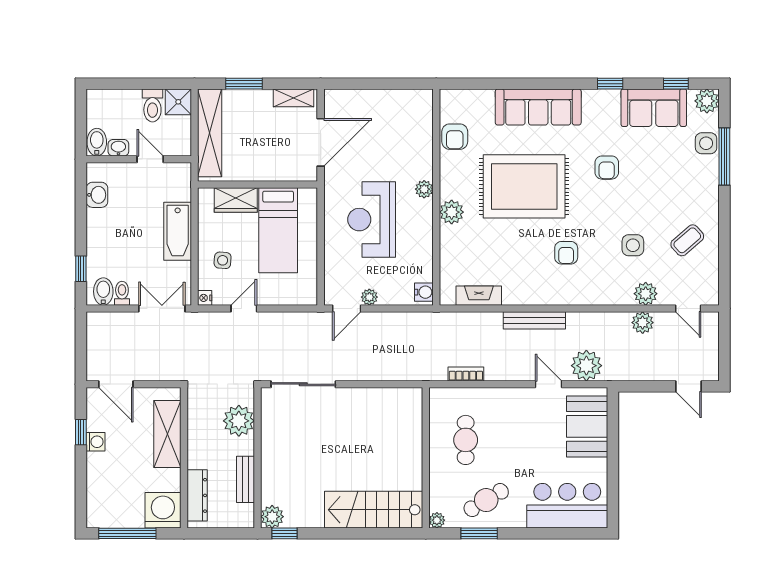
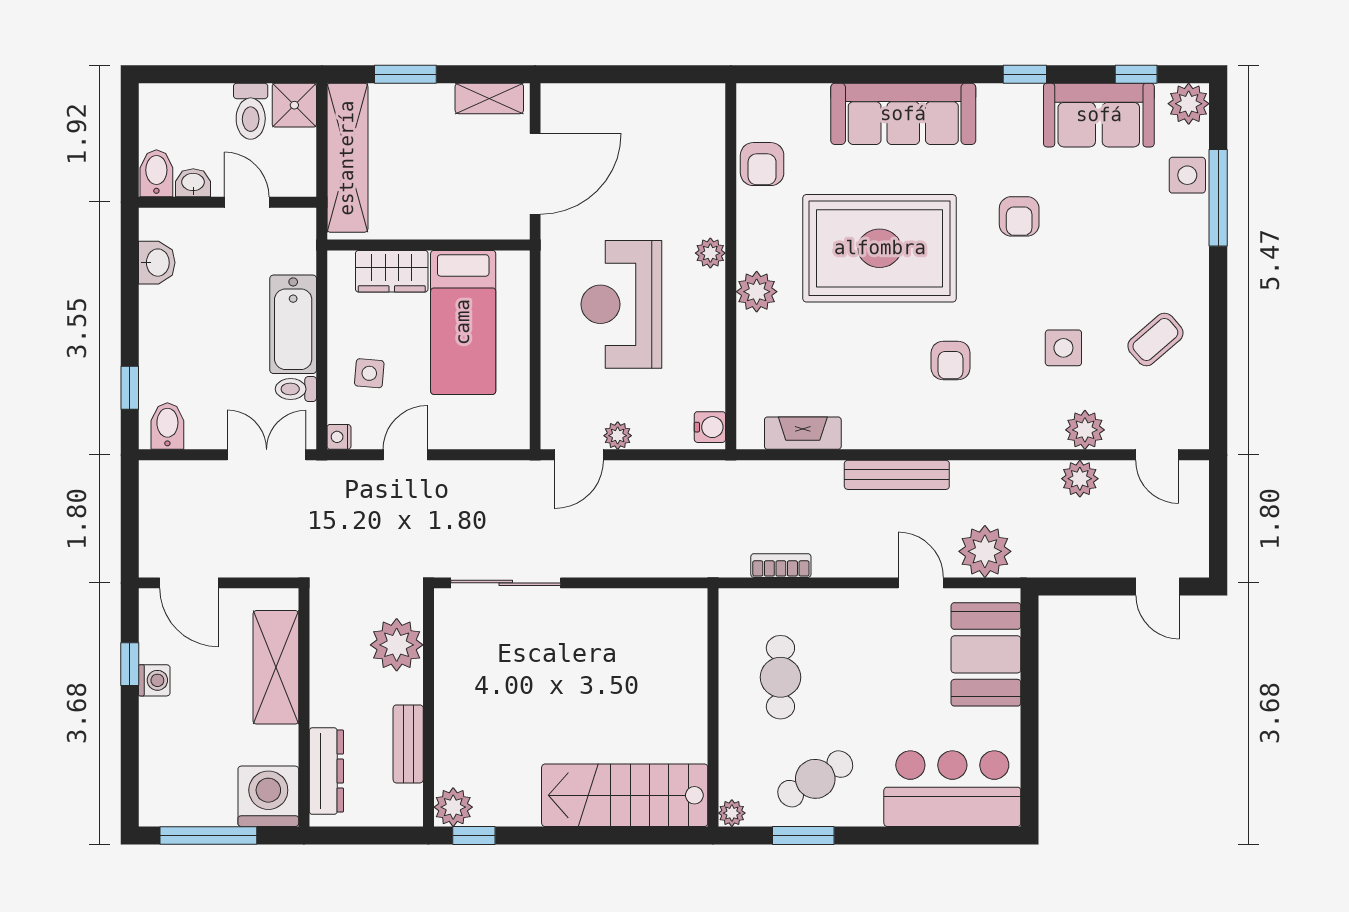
toilet: (122, 293) -> (296, 389), moved, turned -90

